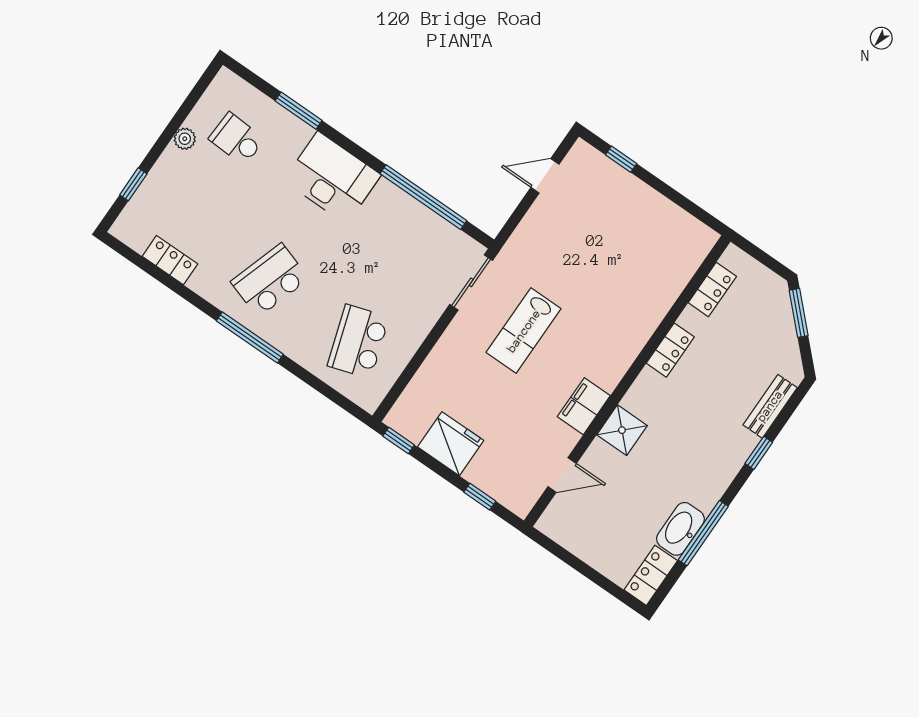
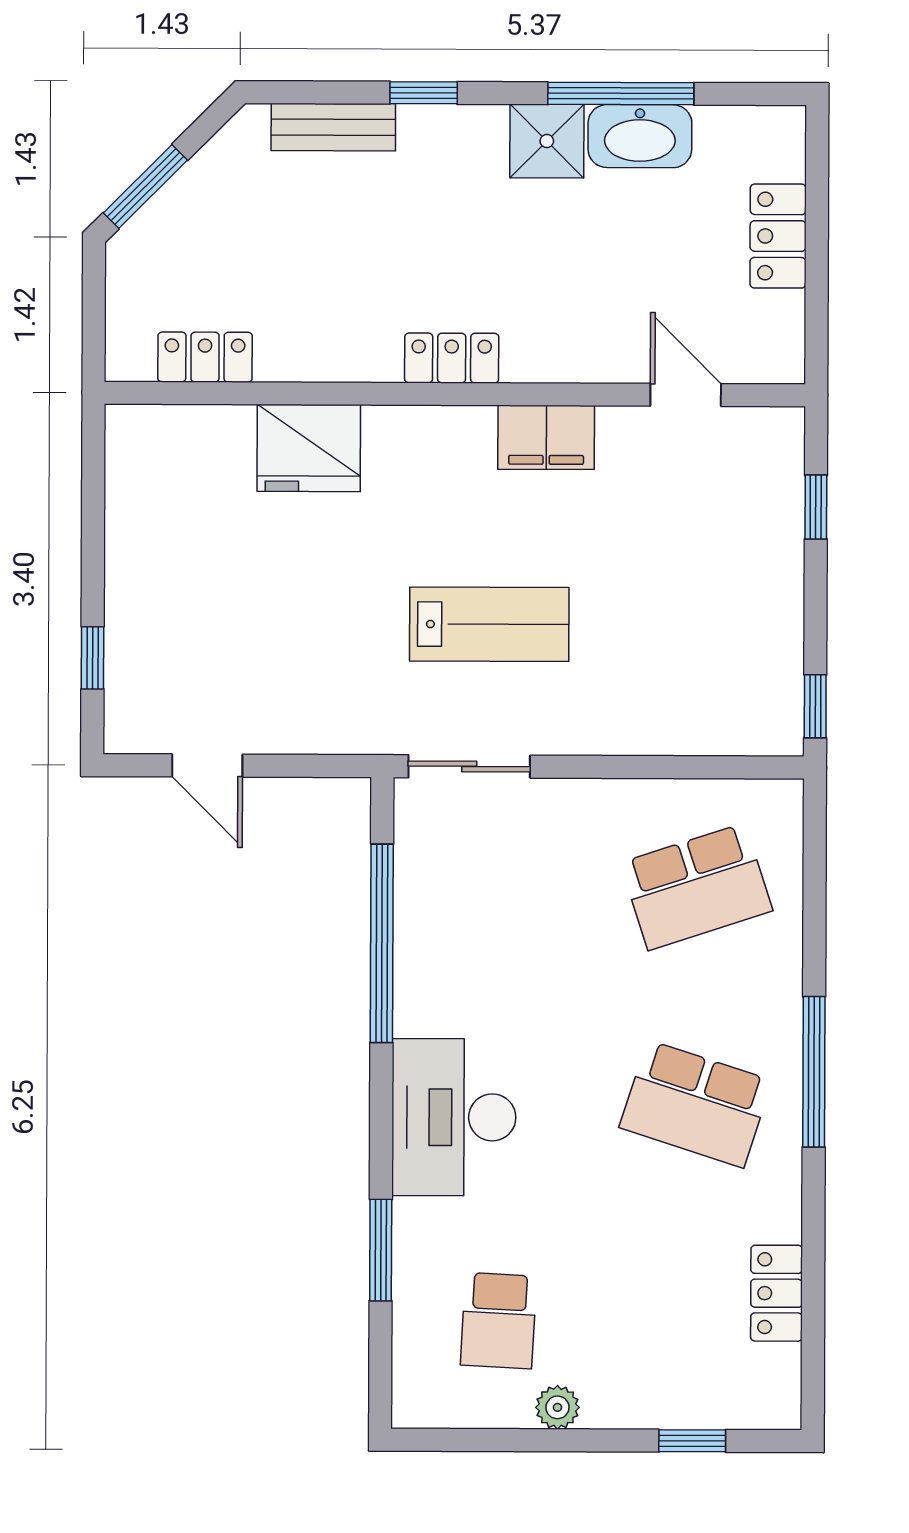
locker: (670, 350) -> (452, 358), moved
shower: (622, 430) -> (547, 141), moved
fridge: (451, 444) -> (309, 448), moved, turned -90
locker: (651, 575) -> (778, 236), moved, turned 90

